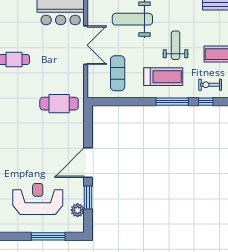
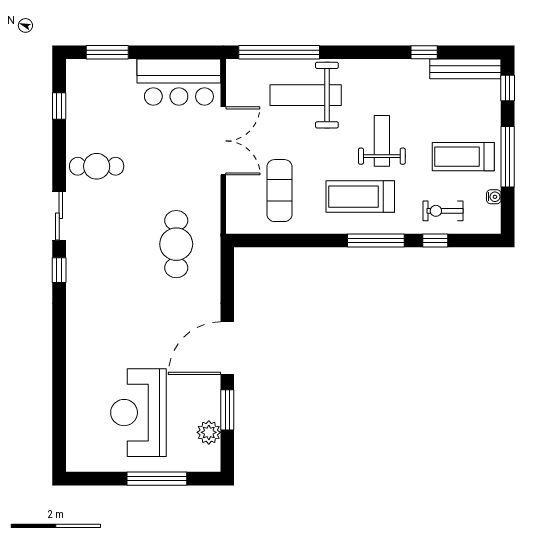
treadmill: (163, 77) -> (360, 197), turned 180
cafe table: (59, 104) -> (176, 244), turned 90
reception desk: (38, 199) -> (138, 413), turned -90

